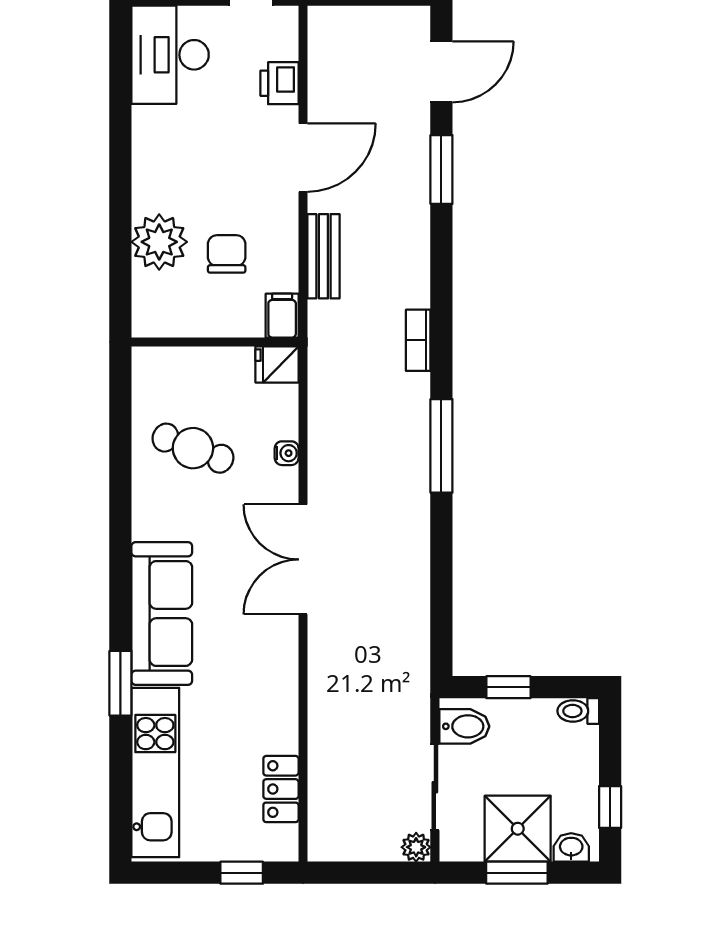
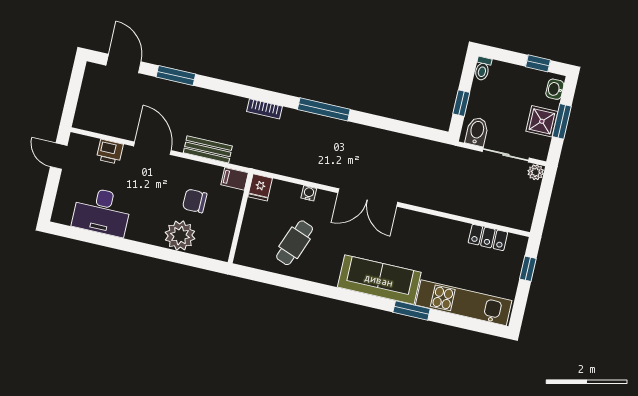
desk: (170, 55) -> (102, 212), moved
shower: (518, 829) -> (542, 121), width x0.73, depth x0.73

